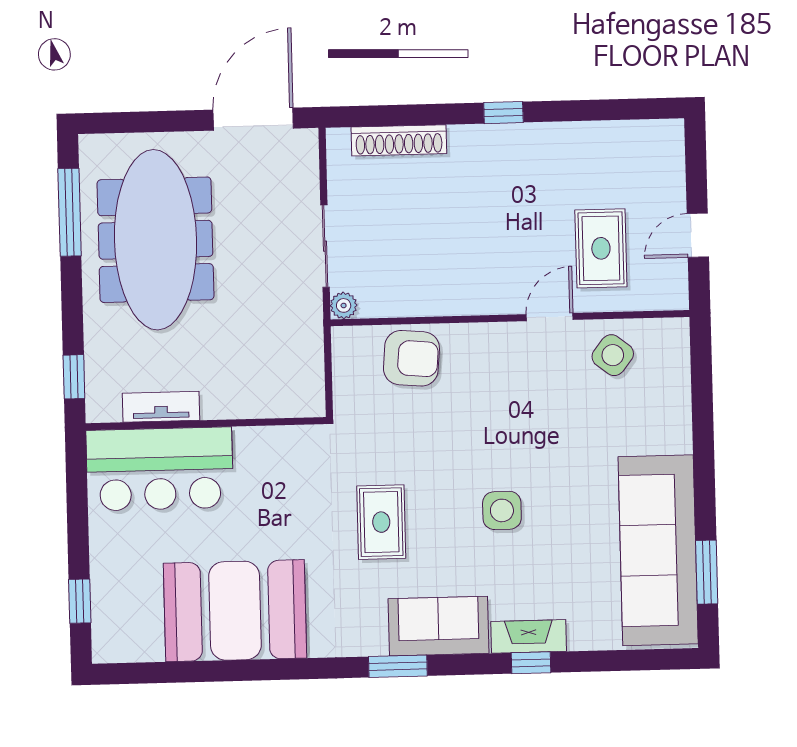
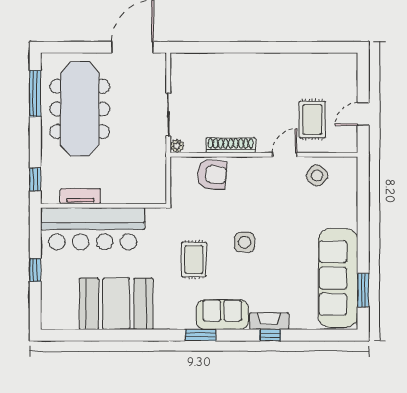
window: (503, 113) -> (263, 47), removed
shoe rack: (399, 140) -> (231, 145), moved, turned 180
bar counter: (160, 469) -> (93, 229), width x1.36
side table: (502, 510) -> (245, 242), moved
window: (80, 601) -> (35, 270), moved

